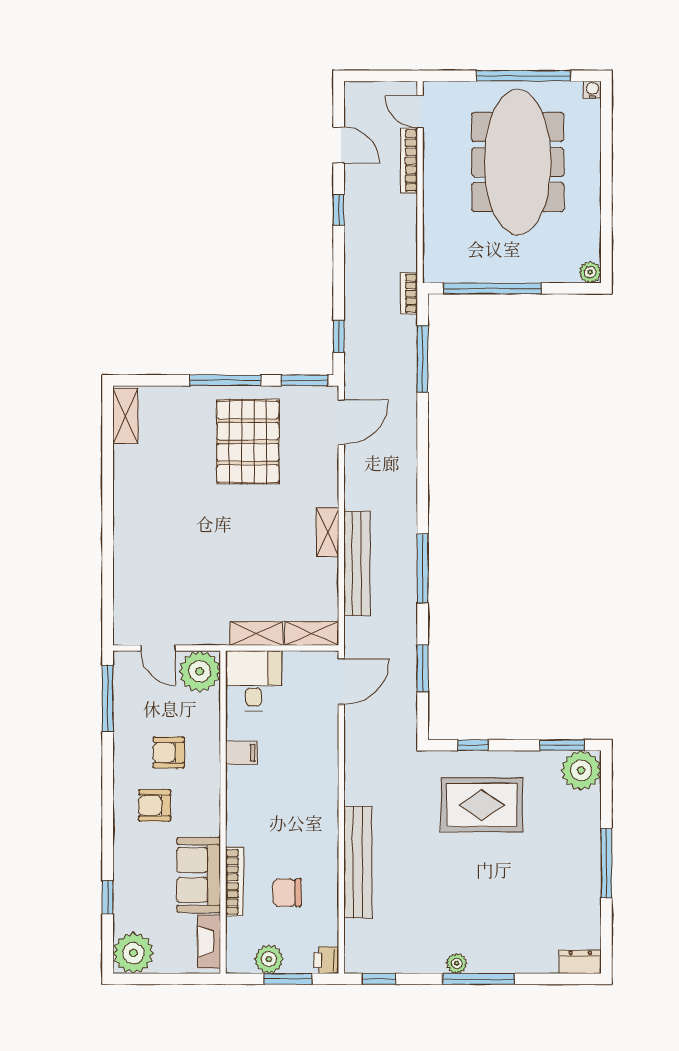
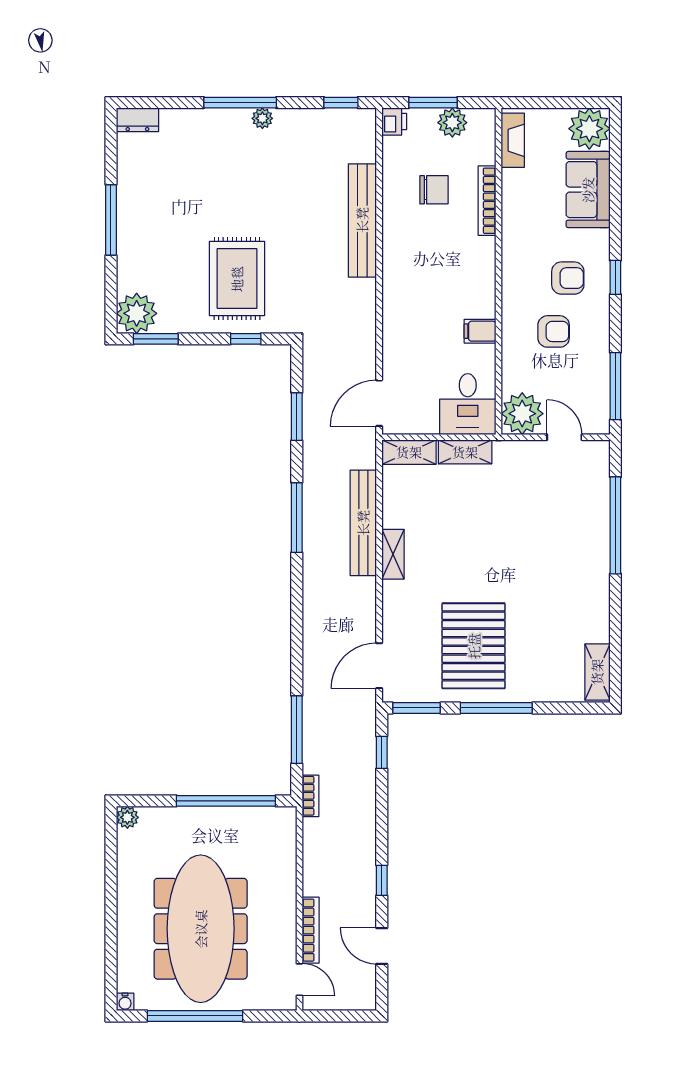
window: (108, 561) -> (615, 525), added
rug: (482, 805) -> (237, 279), turned 90
sofa: (199, 875) -> (588, 190), moved, turned 180
window: (108, 897) -> (615, 277), moved

